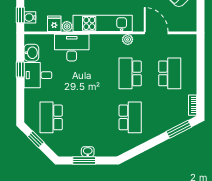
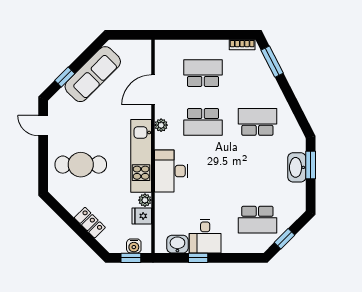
desk: (72, 48) -> (171, 171), moved
washbasin: (88, 152) -> (297, 167), width x1.91, depth x1.45
window: (84, 160) -> (311, 165), moved

